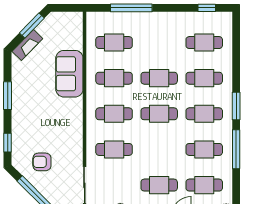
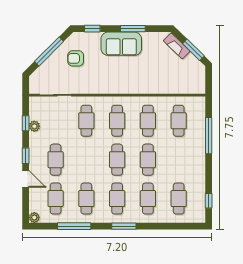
sofa: (69, 74) -> (121, 44), moved, turned 180
window: (236, 149) -> (74, 226), moved
armchair: (42, 162) -> (76, 58), turned -90

